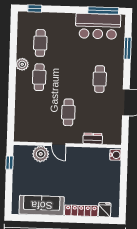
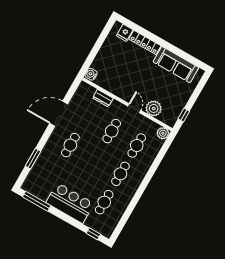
bar counter: (98, 26) -> (70, 203), moved
plant: (22, 64) -> (163, 133), moved
cafe table: (38, 111) -> (137, 145), added

